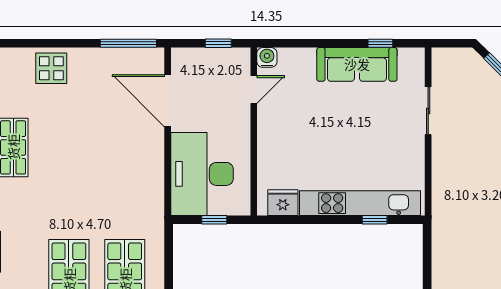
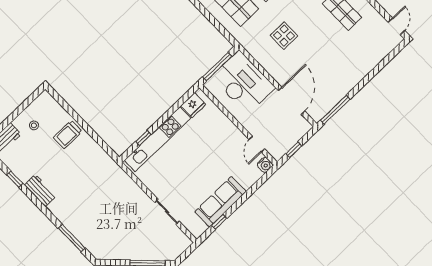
display table: (51, 68) -> (284, 36), moved
door: (168, 101) -> (292, 101), hinge flipped
window: (214, 220) -> (217, 67), width x2.17

